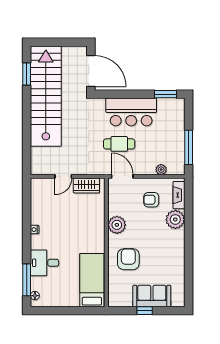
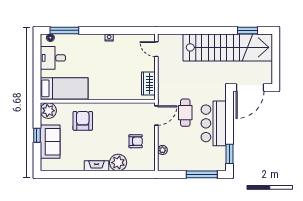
window: (189, 147) -> (202, 174), moved
door: (63, 176) -> (156, 49), moved
fireplace: (179, 195) -> (96, 166), moved
armchair: (151, 200) -> (136, 141), turned 90
plant: (117, 225) -> (48, 111), moved
armchair: (128, 259) -> (83, 121), turned -90
desk: (45, 263) -> (53, 58), moved, turned -90

